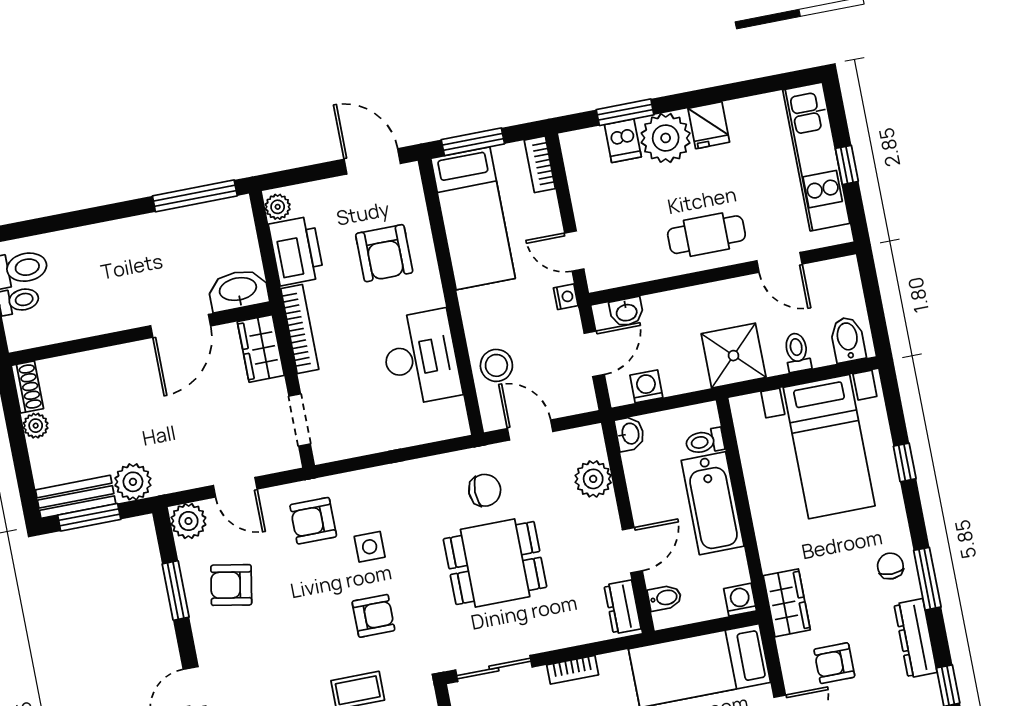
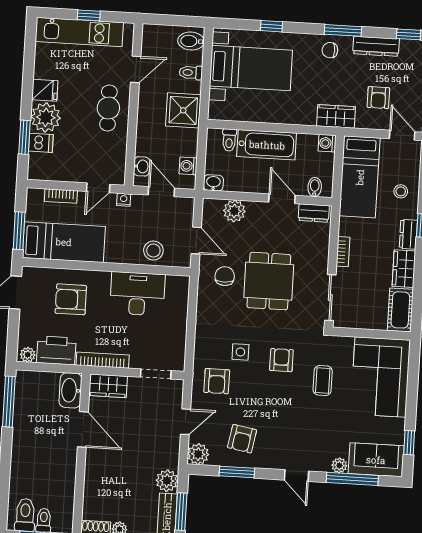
bookcase: (540, 164) -> (61, 196), moved
armchair: (384, 253) -> (71, 299), turned 180
door: (530, 430) -> (196, 241), swing flipped

